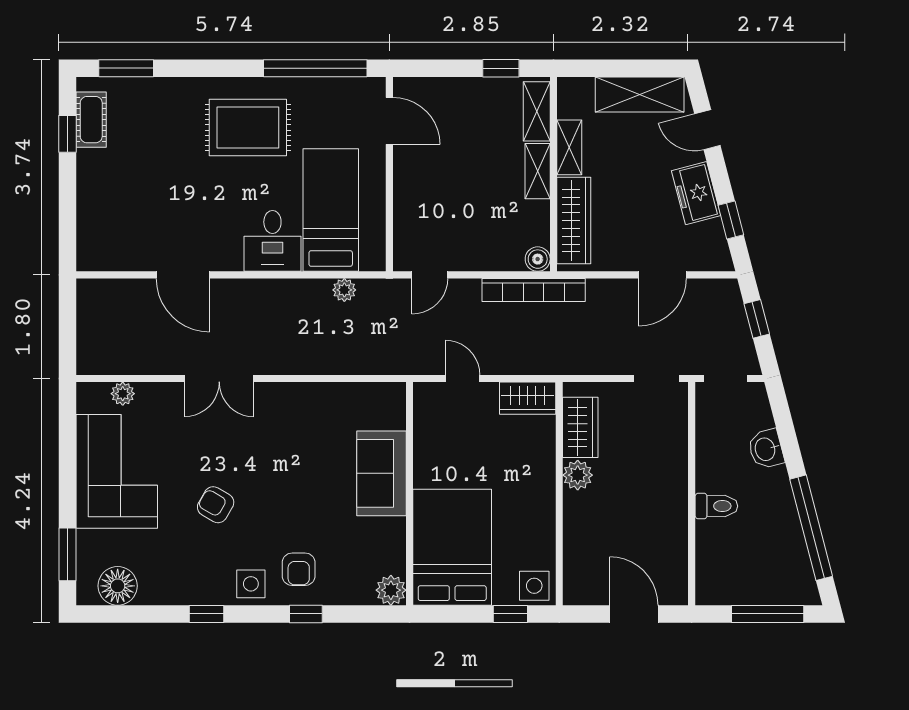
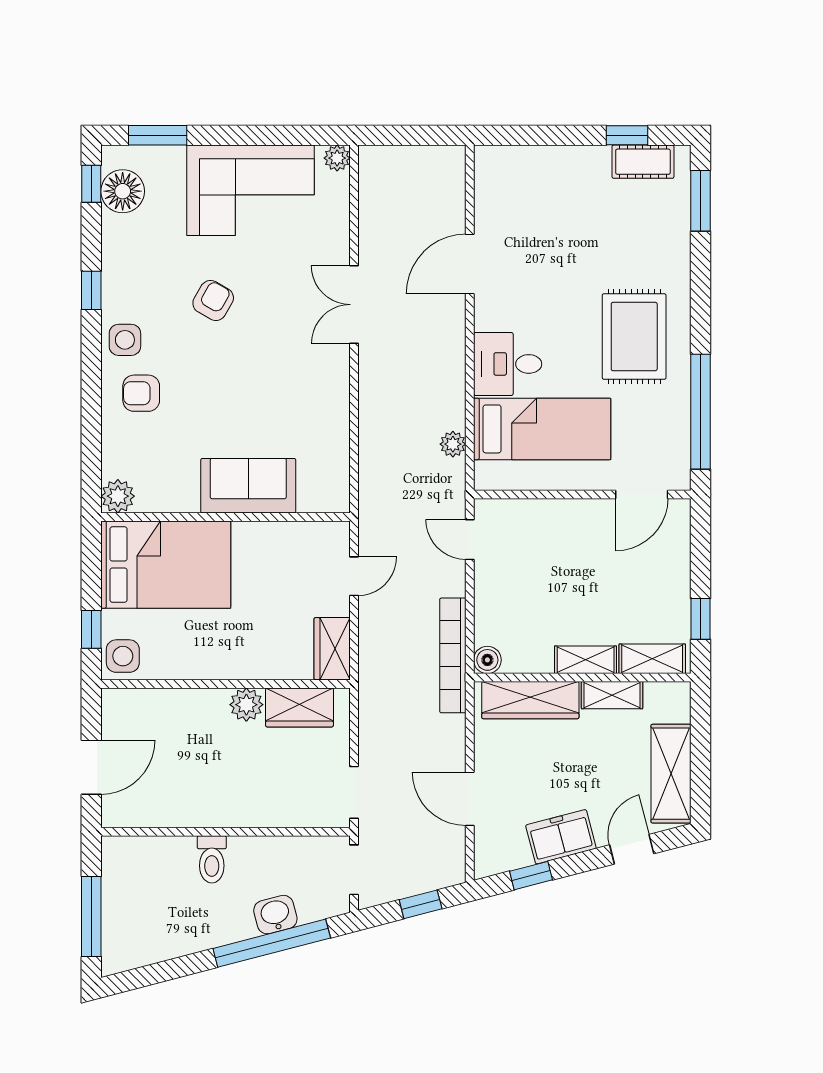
plant: (123, 394) -> (337, 158), moved
window: (811, 528) -> (272, 943), moved
window: (306, 614) -> (91, 184), moved

